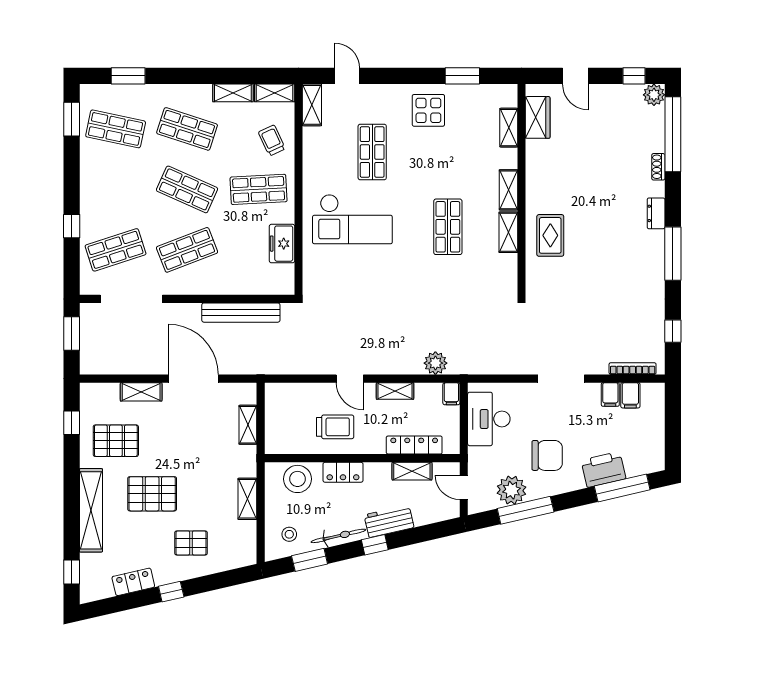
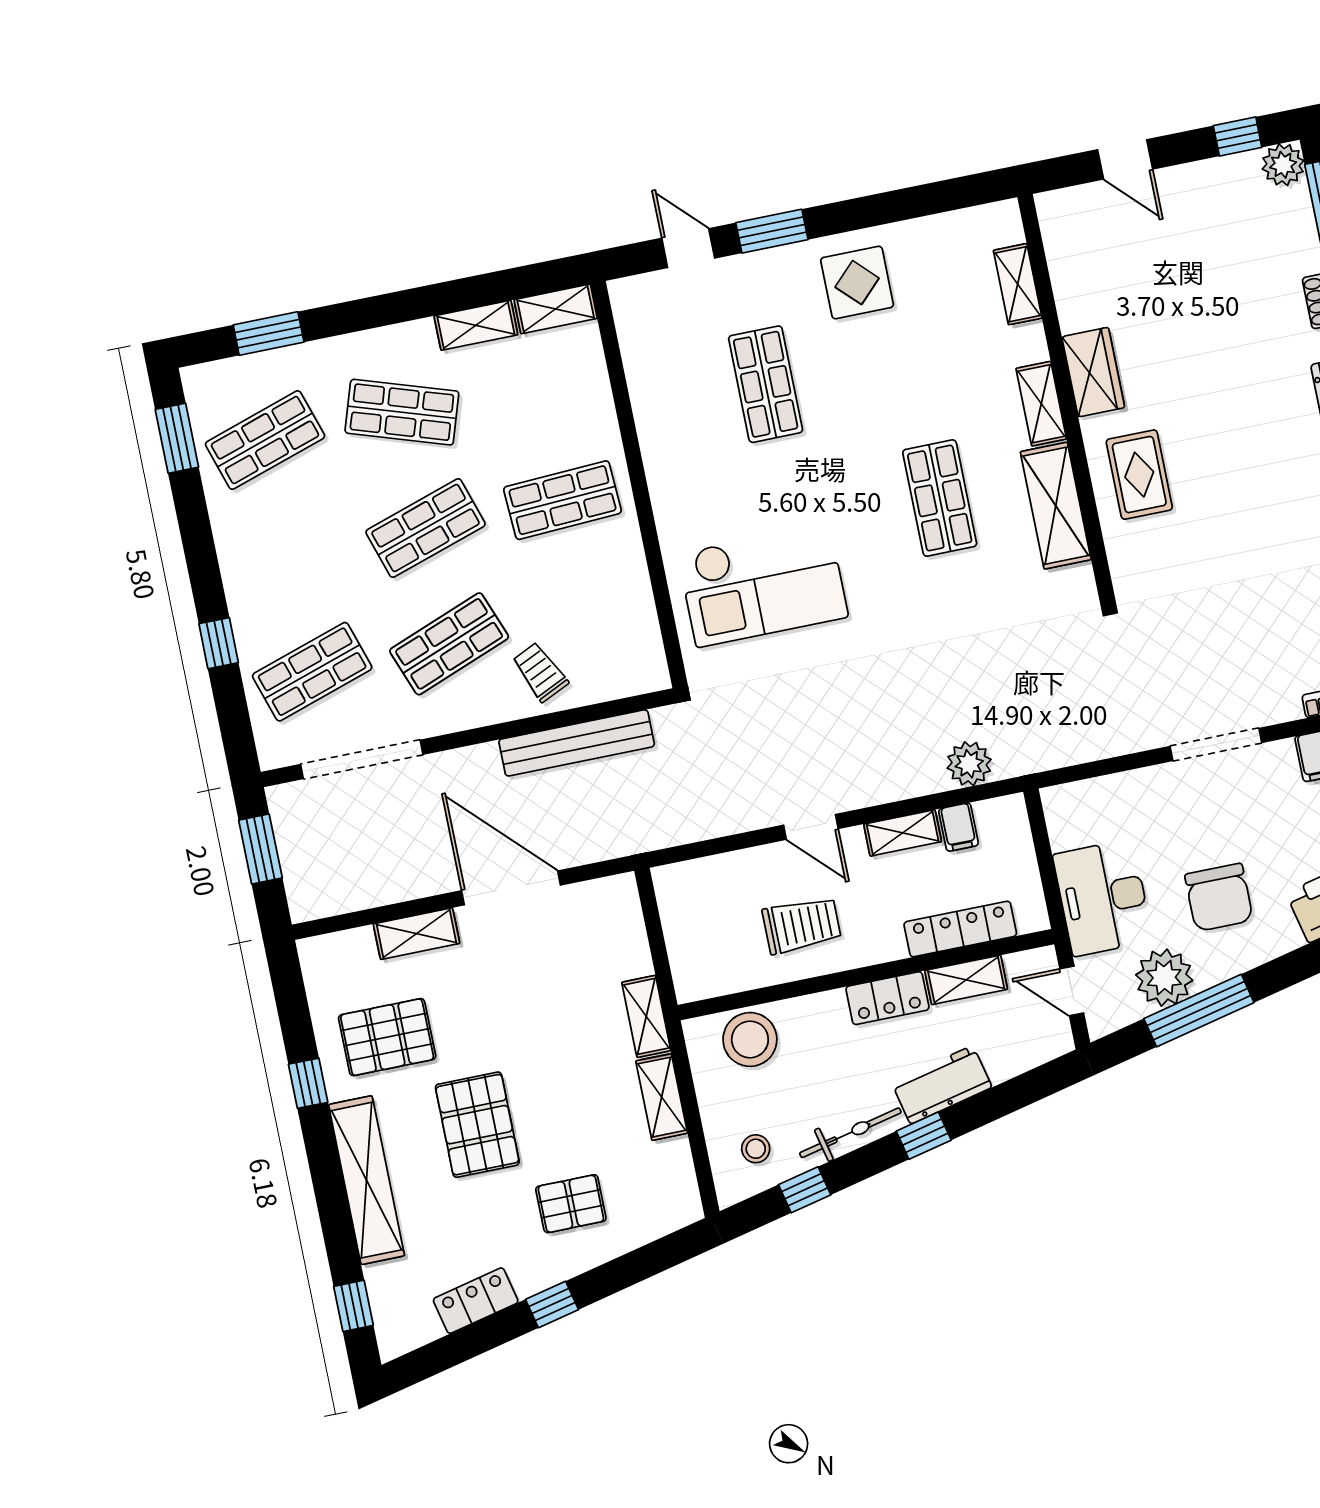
window: (462, 76) -> (772, 231), moved
shelving: (312, 105) -> (632, 317), removed
wardrobe: (538, 117) -> (1093, 372), moved
shop shelf: (116, 129) -> (265, 440), turned -30
trolley: (272, 140) -> (540, 672), moved
shop shelf: (187, 189) -> (426, 528), turned -42
checkout: (352, 219) -> (763, 585), moved
shelving: (508, 232) -> (1056, 506), width x1.50, depth x1.33
freezer: (282, 244) -> (628, 595), removed
filing cabinet: (451, 394) -> (959, 827), moved
desk: (489, 419) -> (1103, 898), moved
window: (72, 423) -> (308, 1083), moved
shelving: (248, 425) -> (646, 1016), moved
chair: (547, 455) -> (1219, 897), turned 90
locker: (343, 472) -> (887, 998), moved
pallet: (152, 494) -> (477, 1125), turned 90
window: (310, 560) -> (805, 1190), width x0.67

